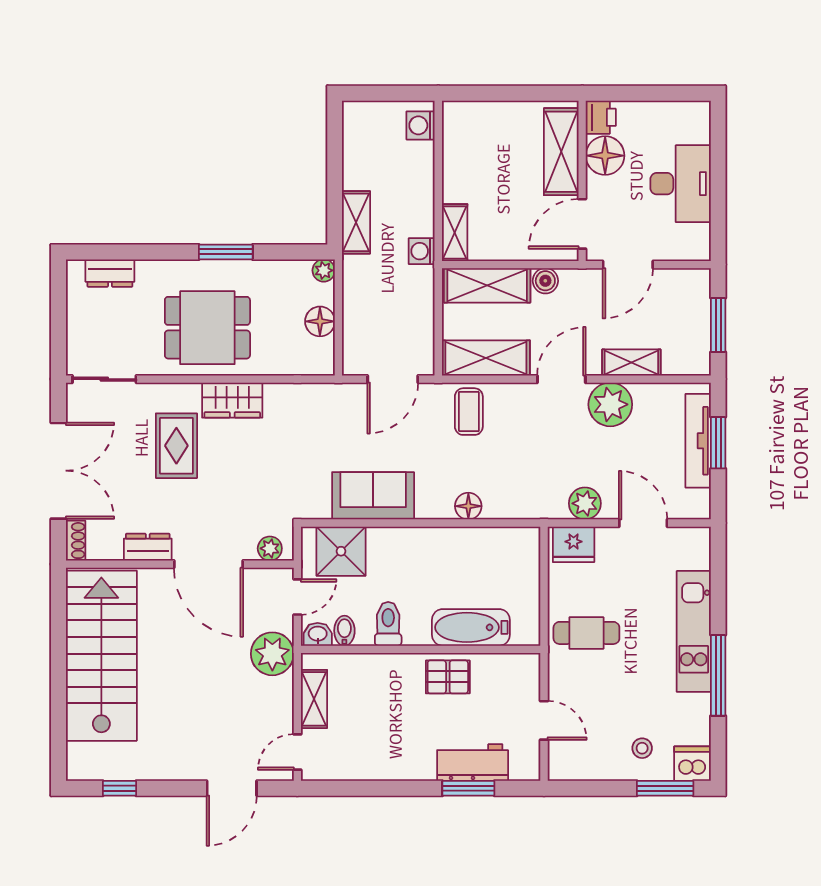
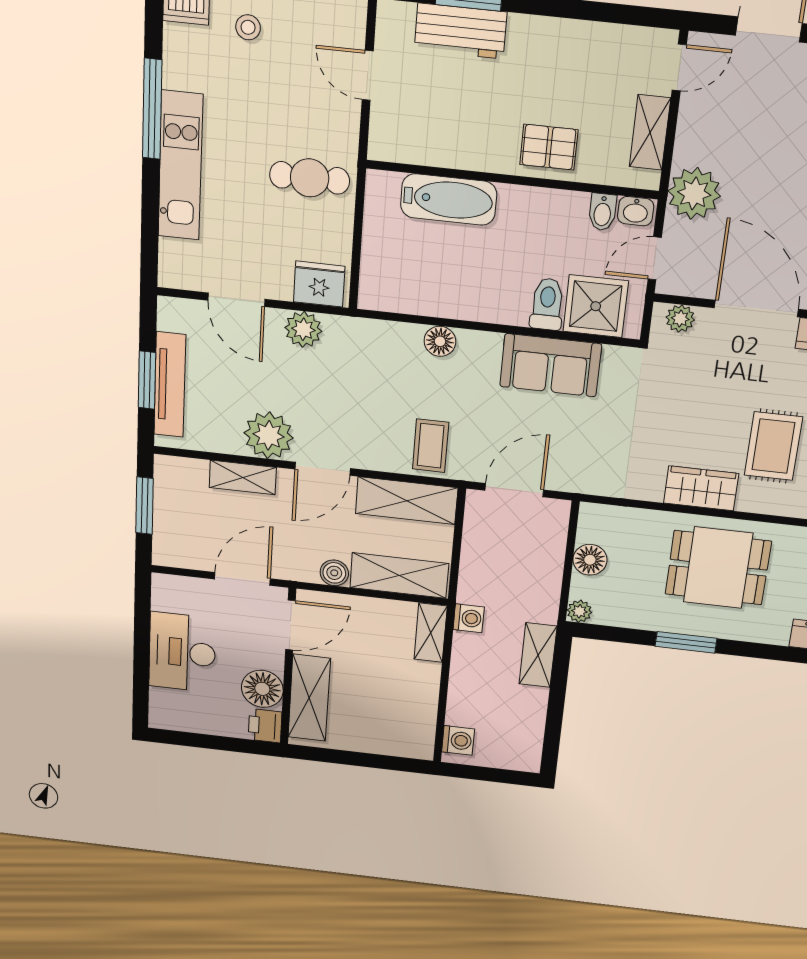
toilet: (388, 624) -> (547, 304), moved, turned 180
pallet: (448, 677) -> (549, 147), moved

